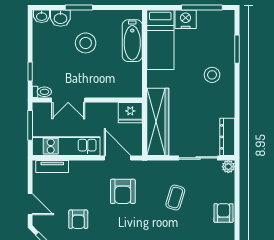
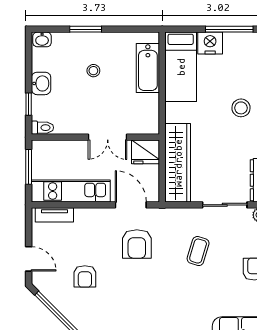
washbasin: (60, 18) -> (41, 83), moved, turned -90
stool: (86, 43) -> (93, 71), width x0.53, depth x0.53
double door: (68, 100) -> (108, 137), moved

